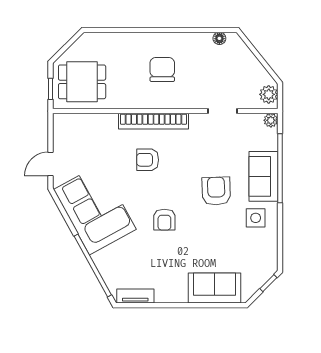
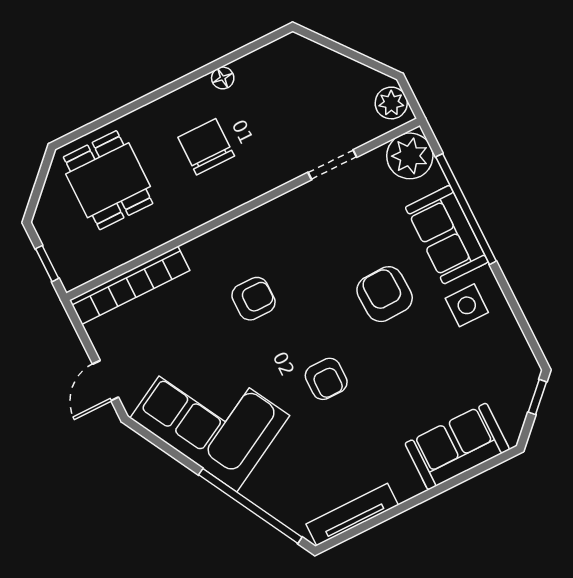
floor lamp: (219, 38) -> (223, 78), moved
dining table: (82, 82) -> (108, 180), moved, turned 90
plant: (271, 120) -> (410, 156), width x1.87, depth x1.87
bookcase: (154, 121) -> (130, 285), moved
armchair: (148, 160) -> (254, 299), turned 180
tv unit: (135, 296) -> (352, 515), width x1.41

